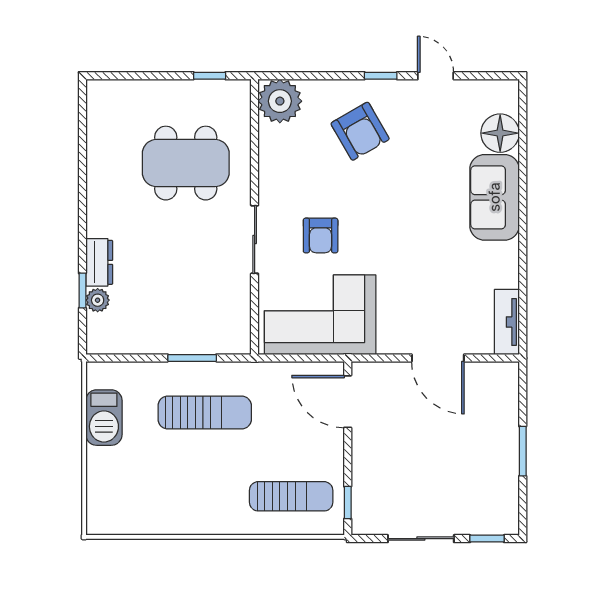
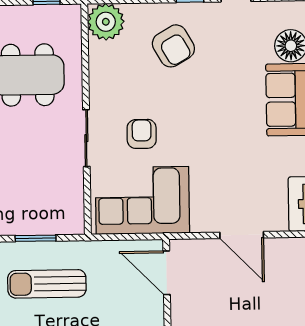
armchair: (321, 236) -> (142, 134), turned 180
sun lounger: (205, 412) -> (47, 284), turned 180

